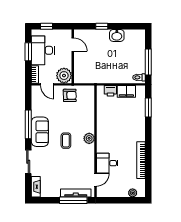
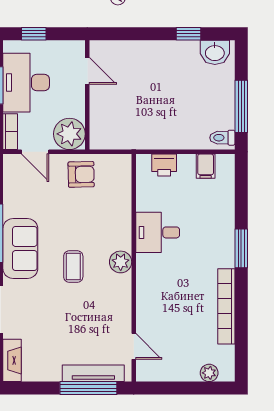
window: (102, 26) -> (189, 34), moved
washbasin: (117, 35) -> (215, 52), moved
filing cabinet: (126, 91) -> (206, 166), width x0.50
window: (148, 108) -> (241, 248), moved
desk: (107, 163) -> (158, 232), moved
door: (96, 180) -> (134, 346), hinge flipped

